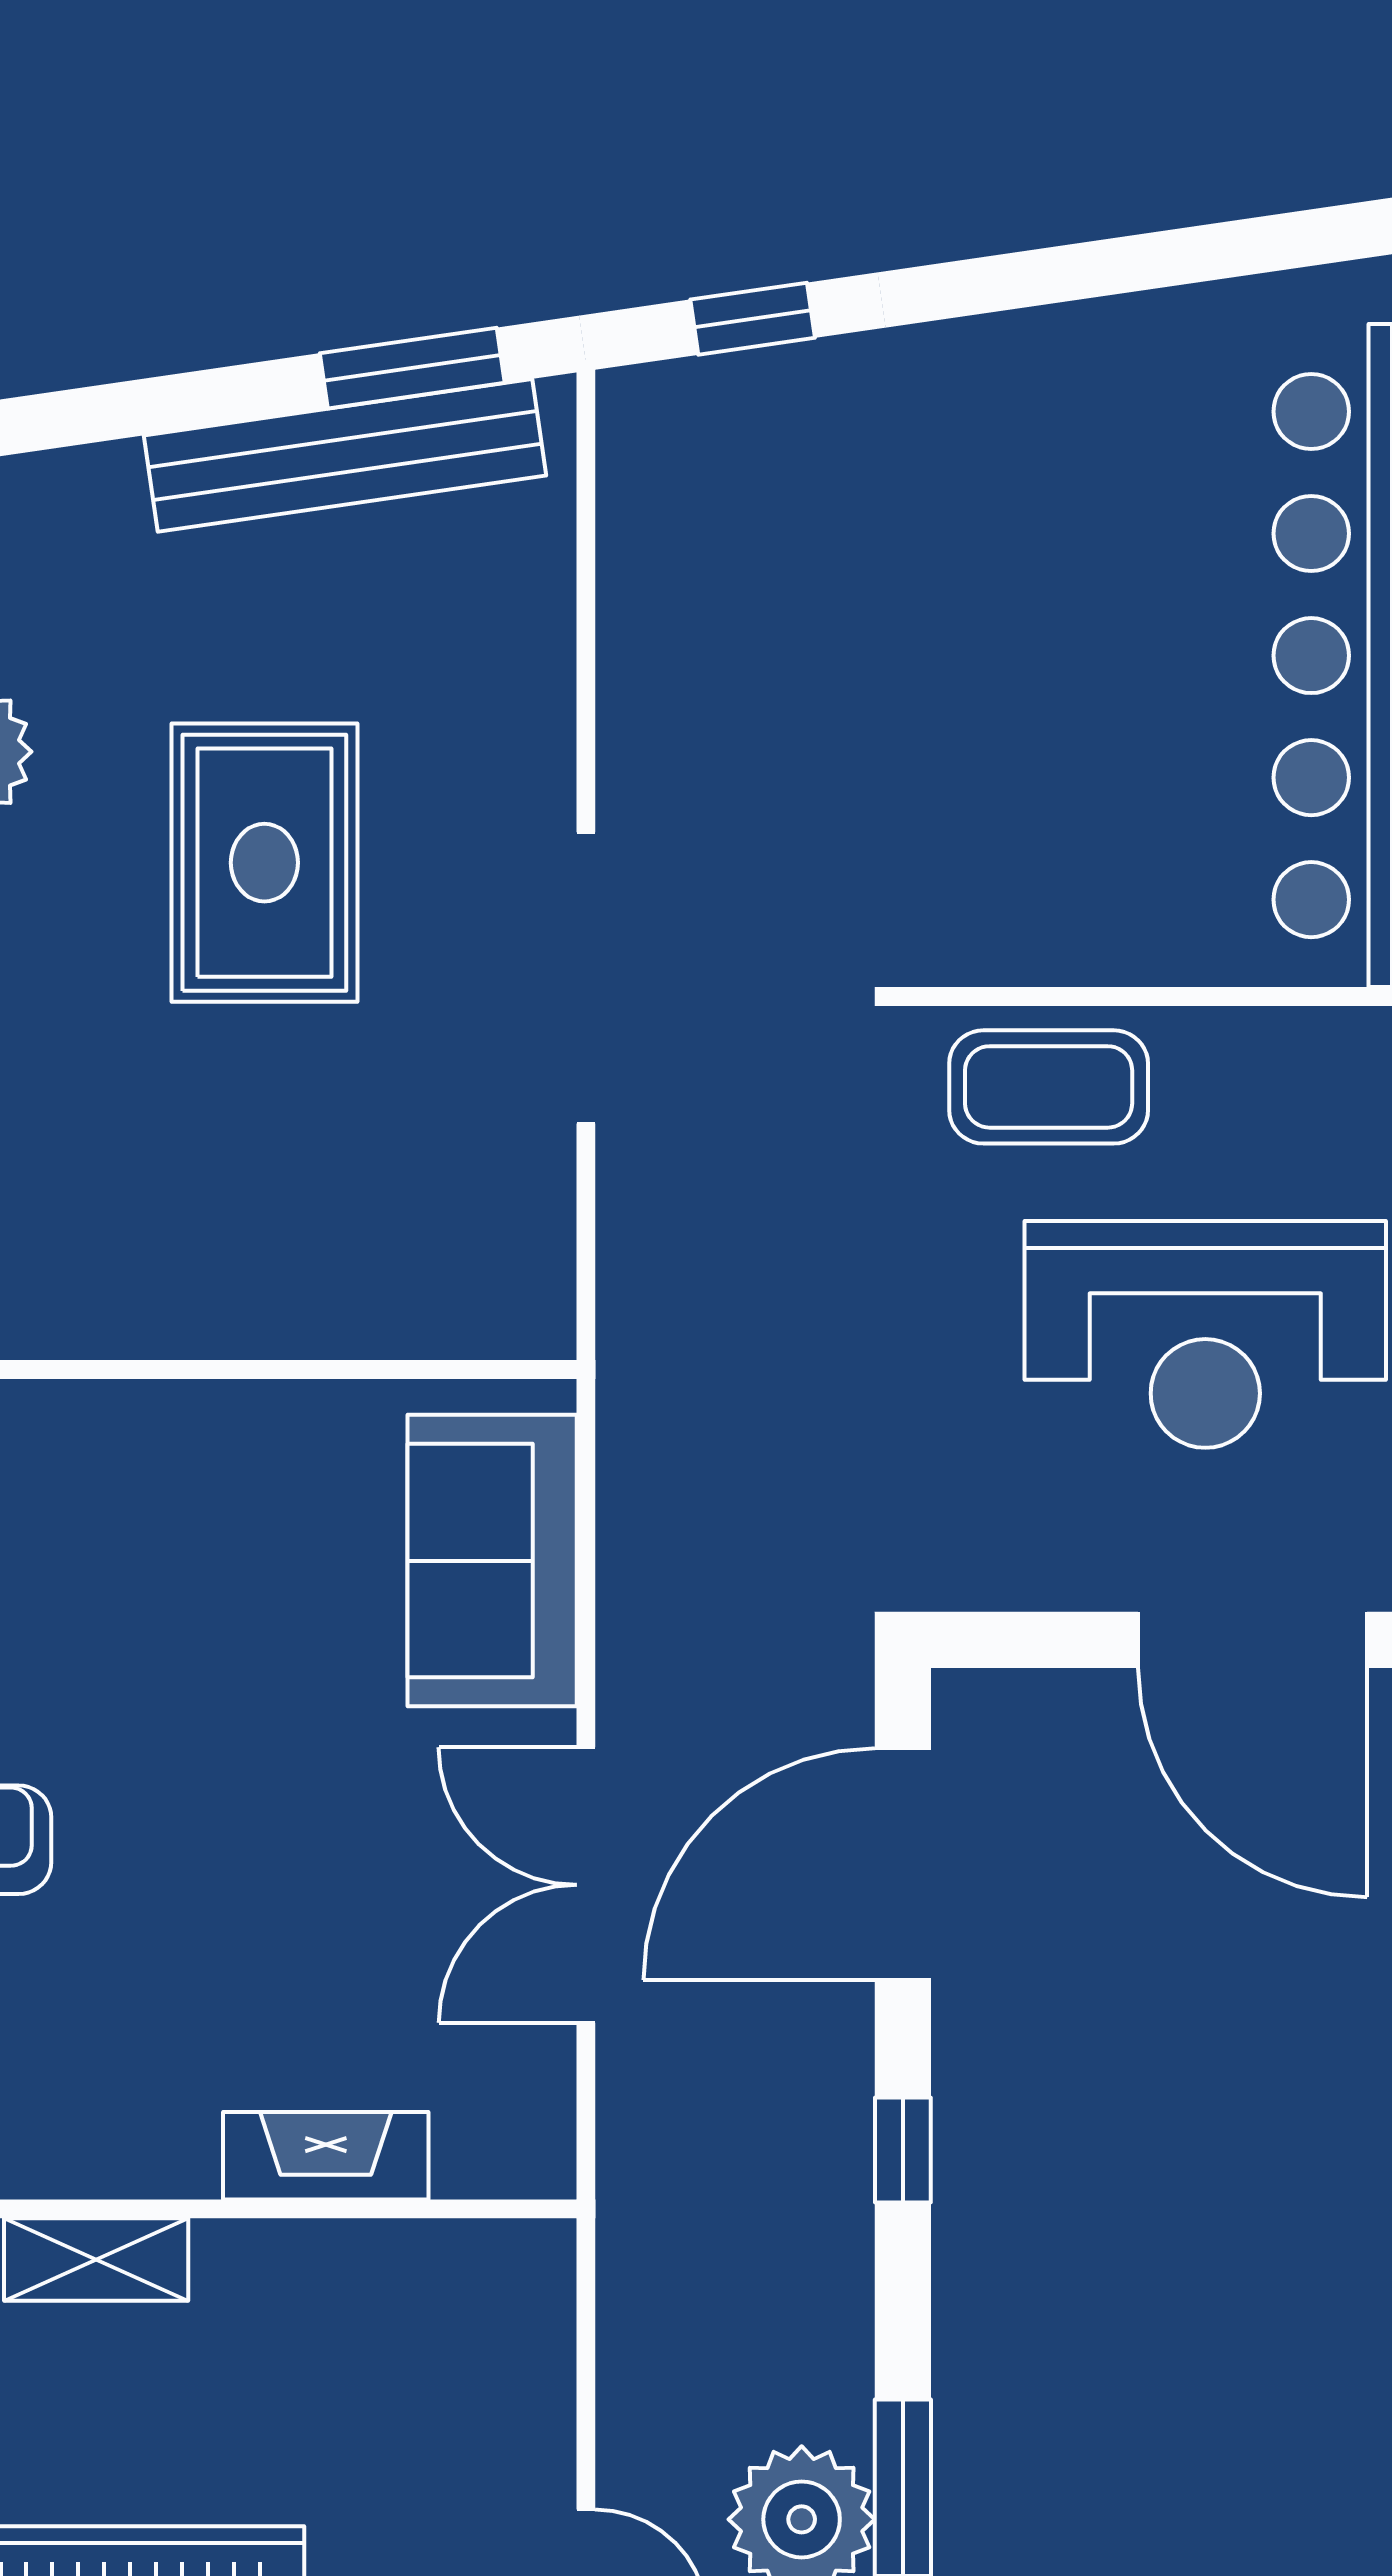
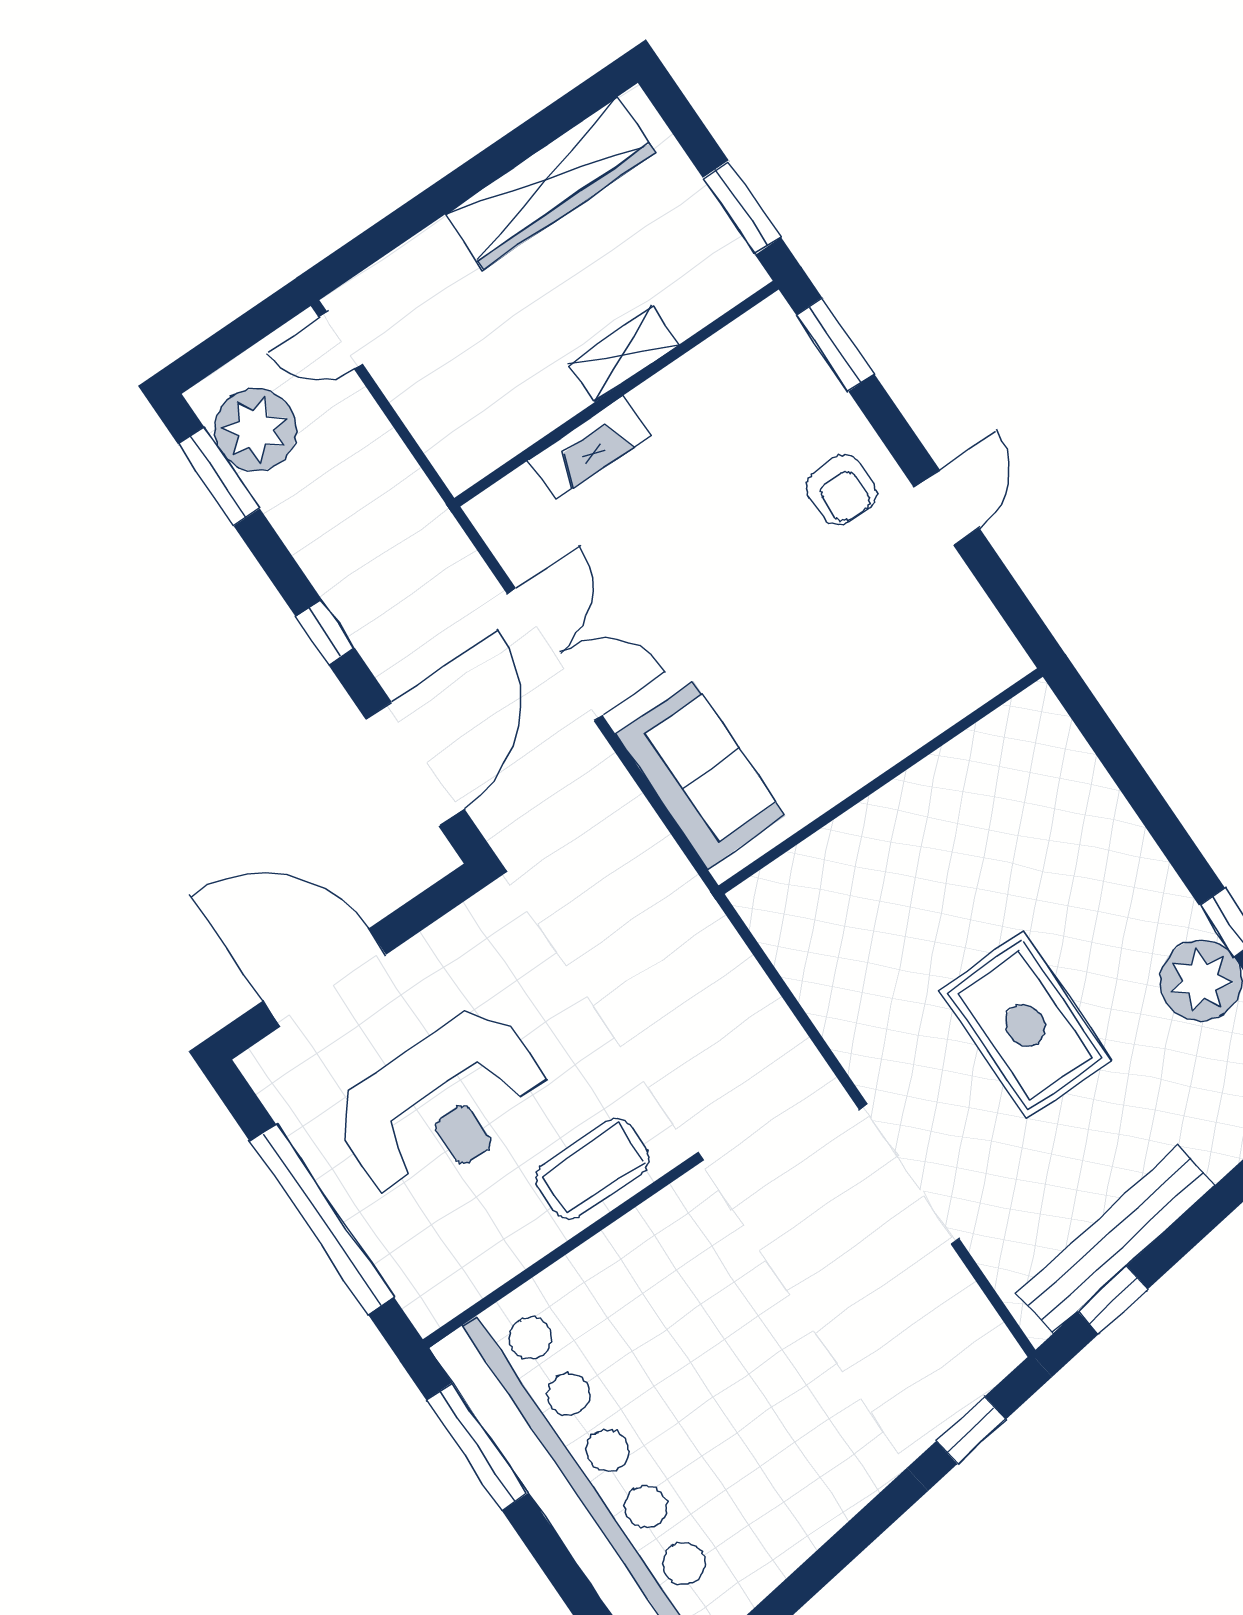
window: (412, 368) -> (1113, 1300), width x0.67
doorway: (586, 978) -> (909, 1174), moved
reception desk: (1205, 1334) -> (442, 1104), turned 180
shelving: (96, 2260) -> (624, 354), moved

